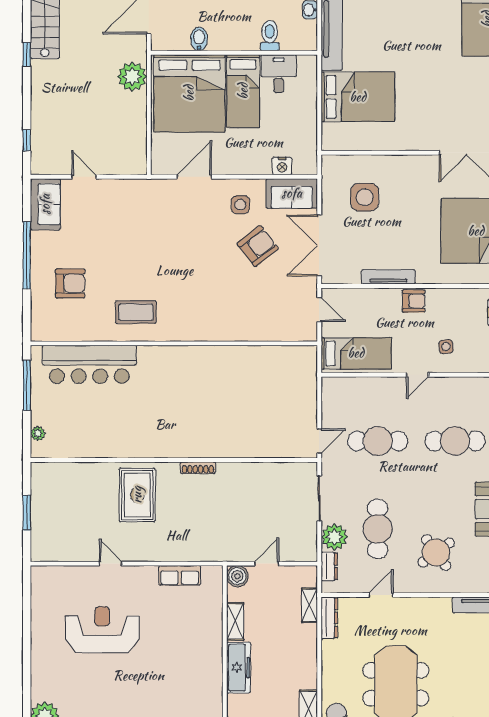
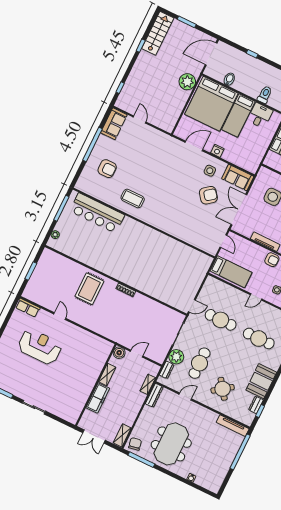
nightstand: (282, 166) -> (217, 151), moved
row of seats: (180, 575) -> (28, 308), moved

